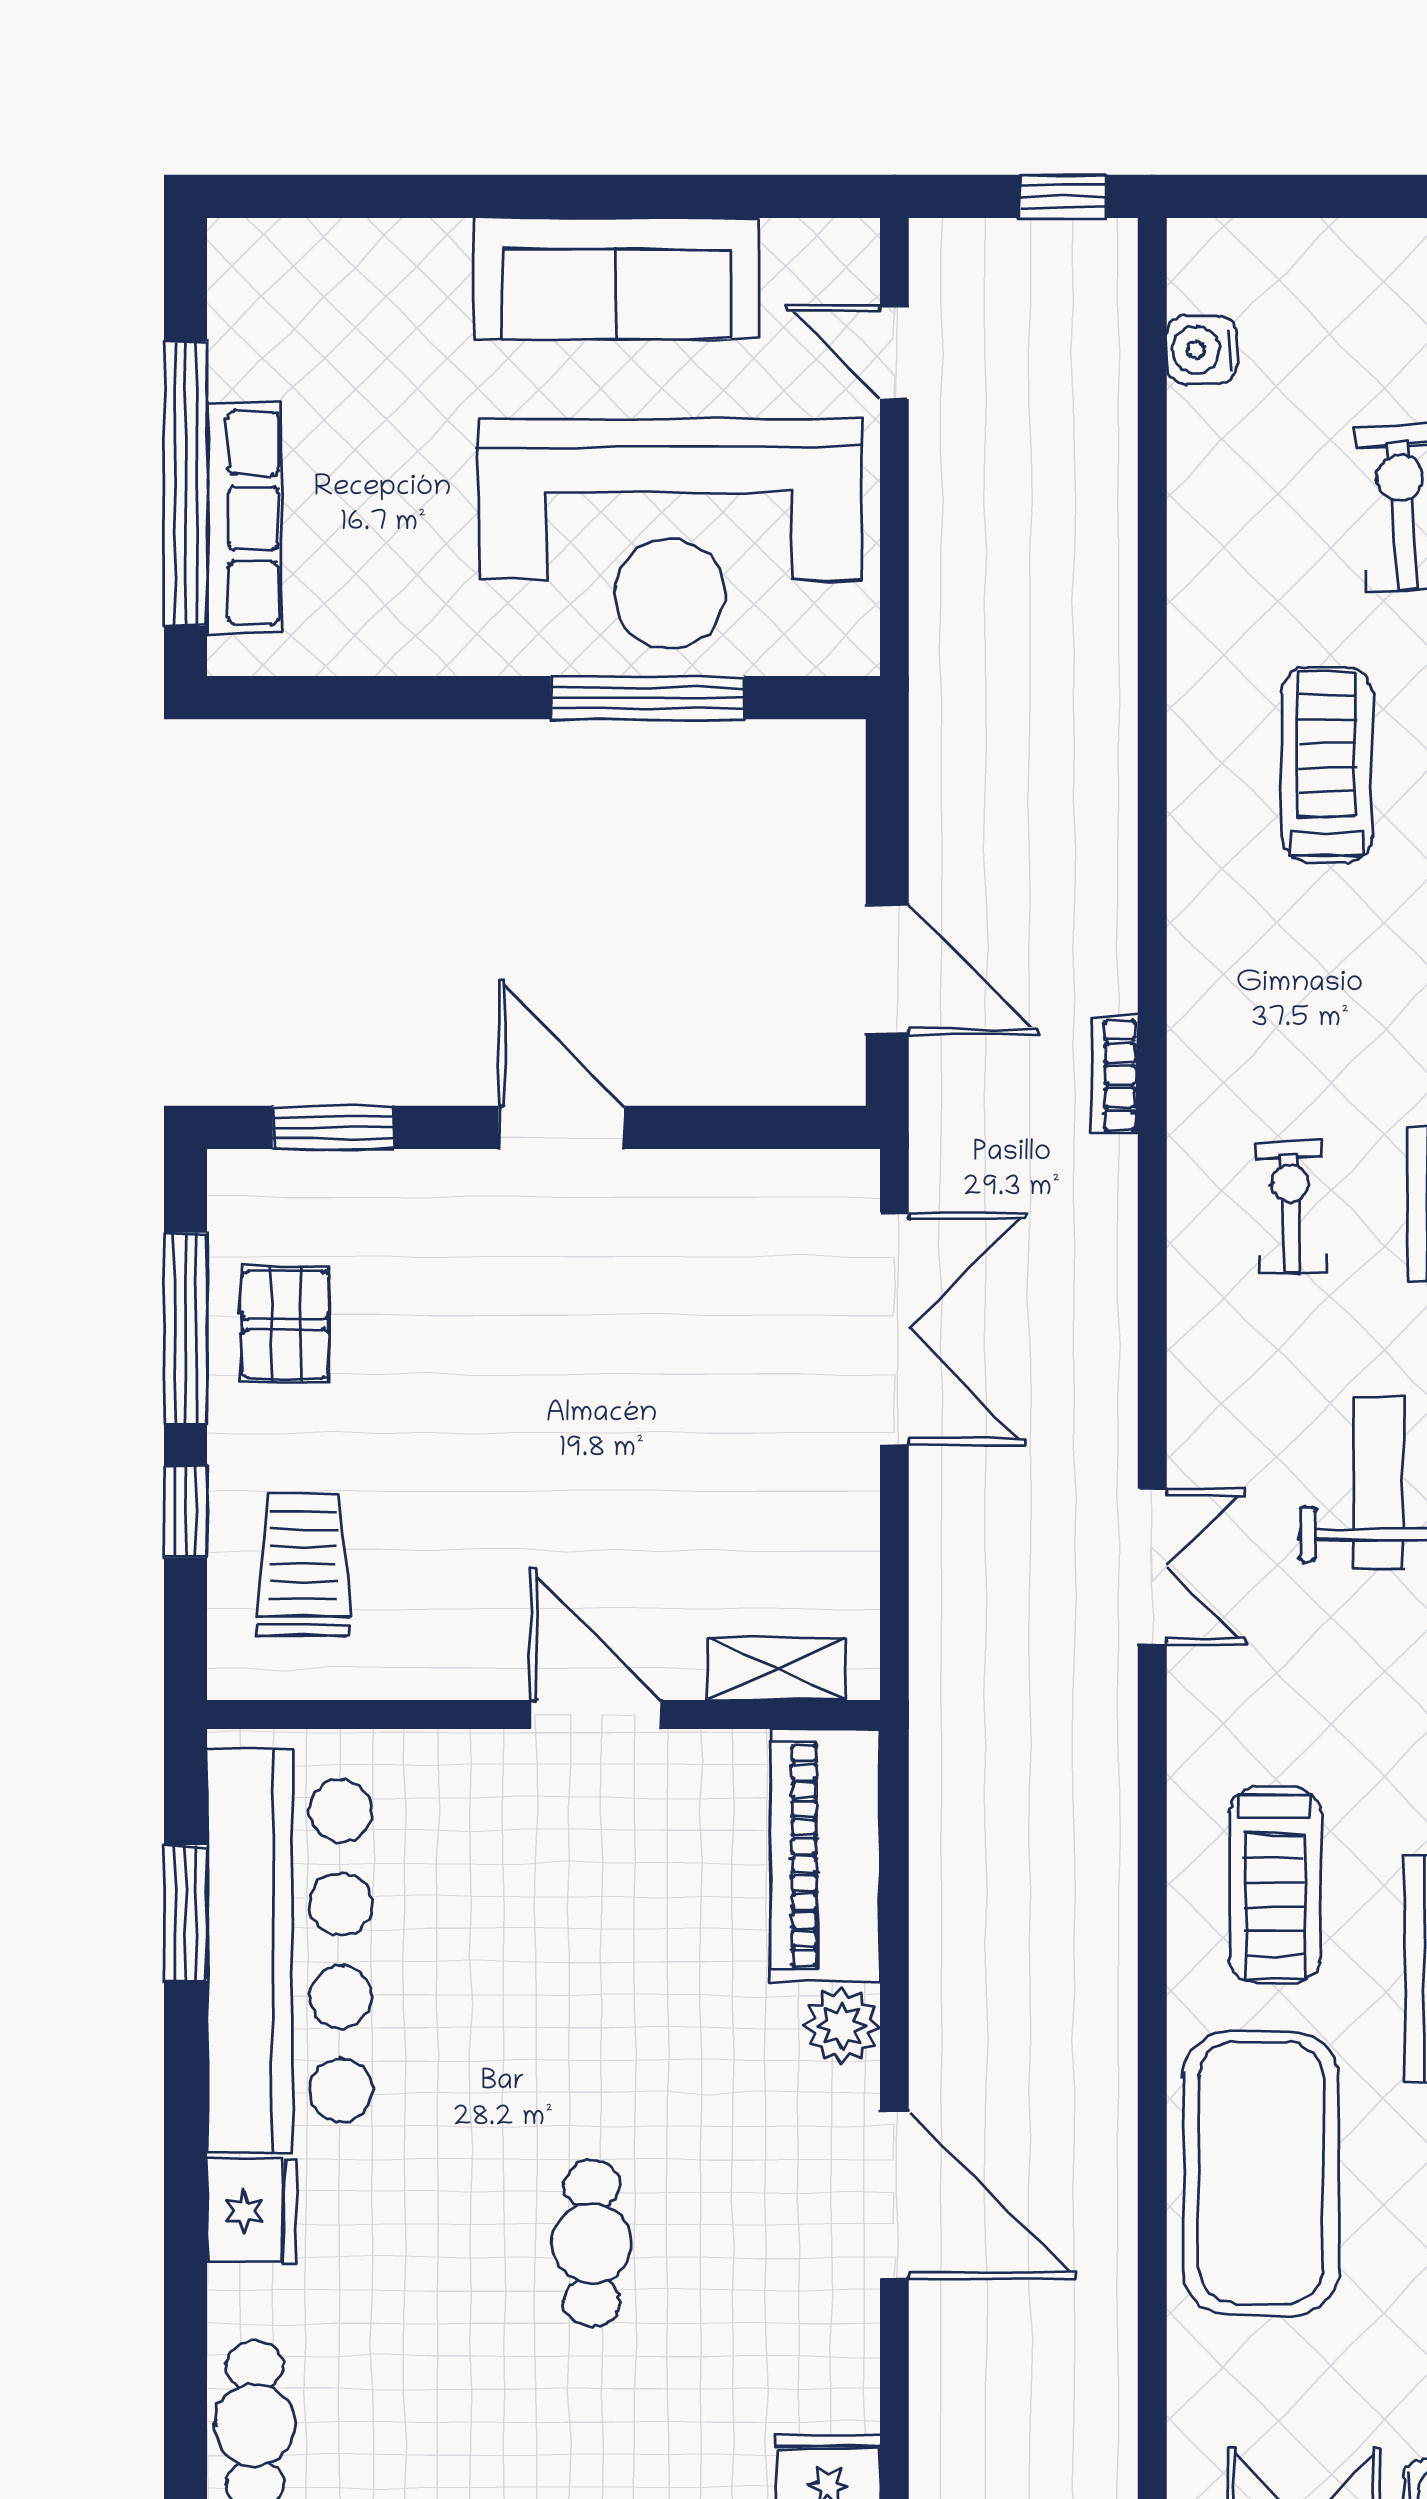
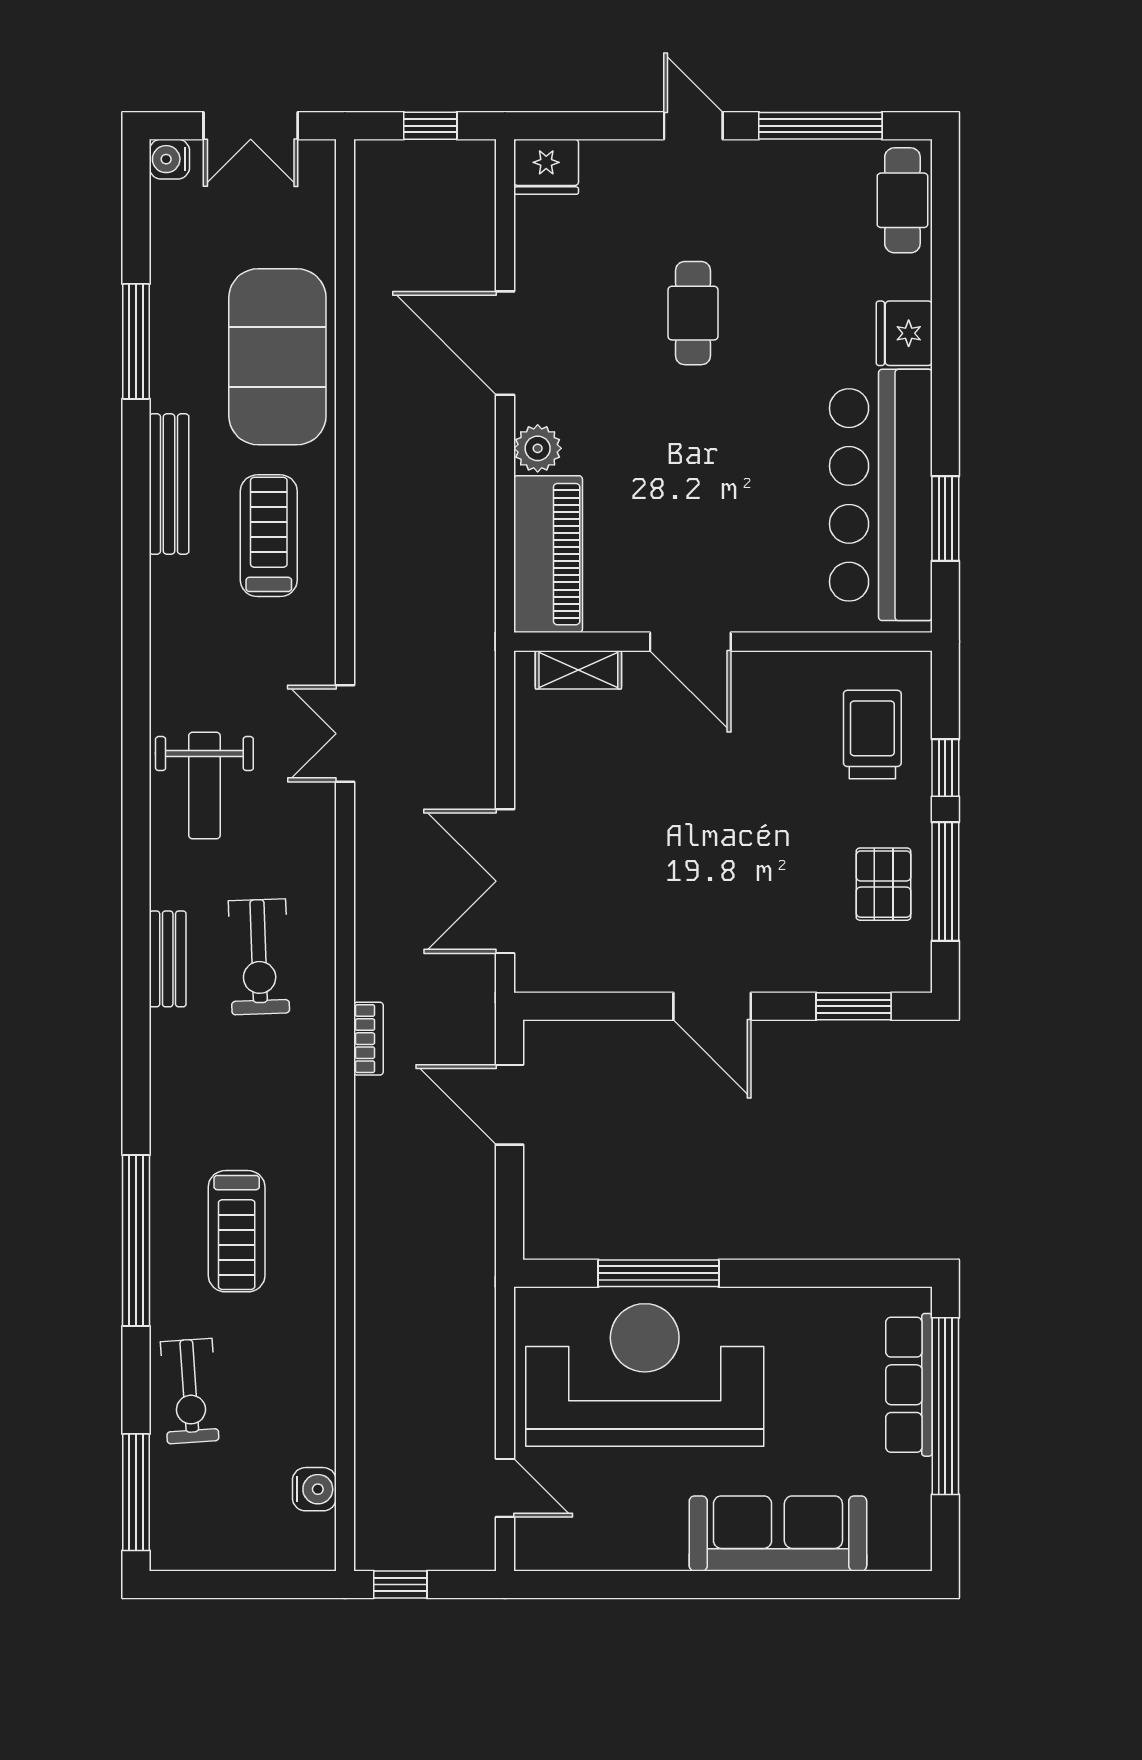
sofa: (616, 279) -> (778, 1533), moved
exercise bike: (1291, 1207) -> (259, 957), width x1.38, depth x1.39
trolley: (303, 1565) -> (872, 735), turned 180

